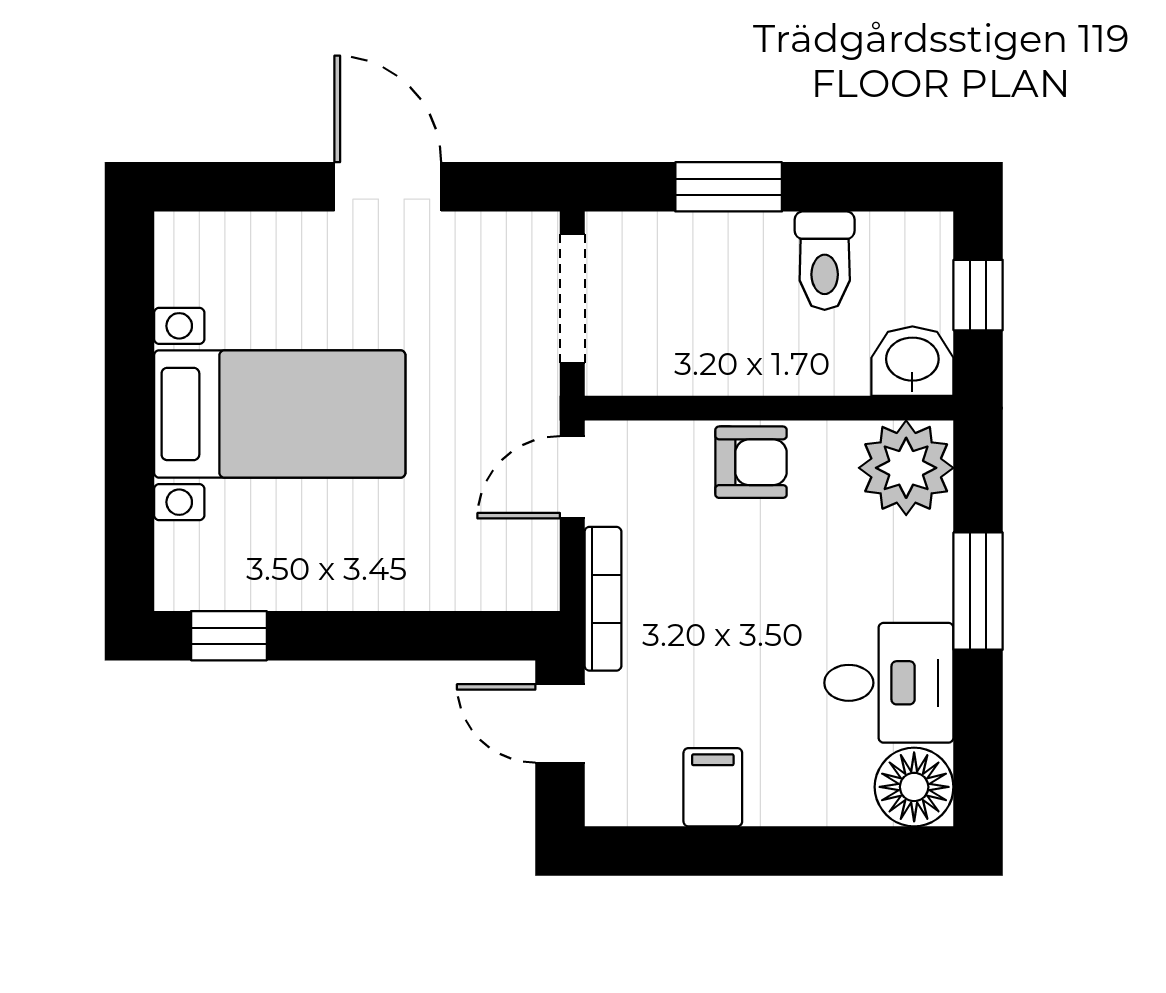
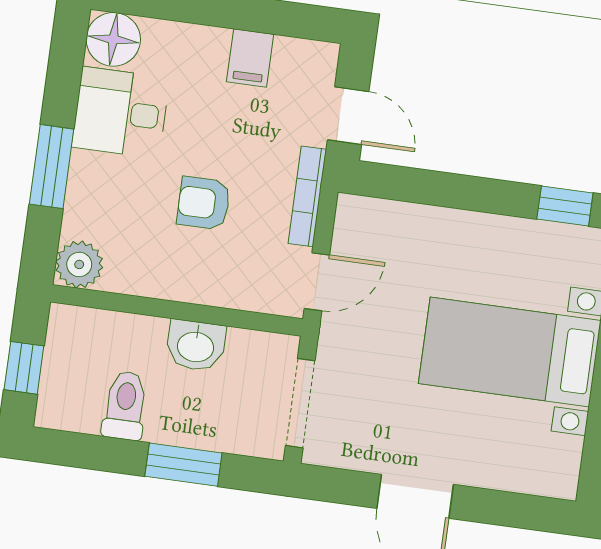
washbasin: (912, 361) -> (196, 346), moved
armchair: (751, 462) -> (204, 203), moved
plant: (906, 468) -> (79, 264), width x0.73, depth x0.73

